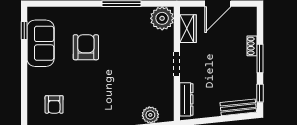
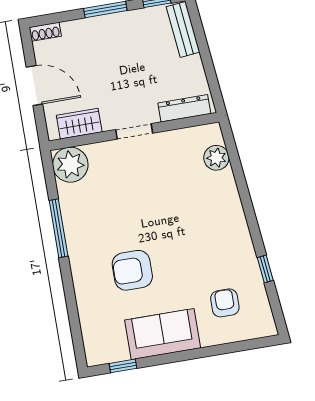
sofa: (41, 43) -> (163, 334), moved
shoe rack: (252, 46) -> (45, 32), moved
armchair: (54, 104) -> (225, 303), turned -90

